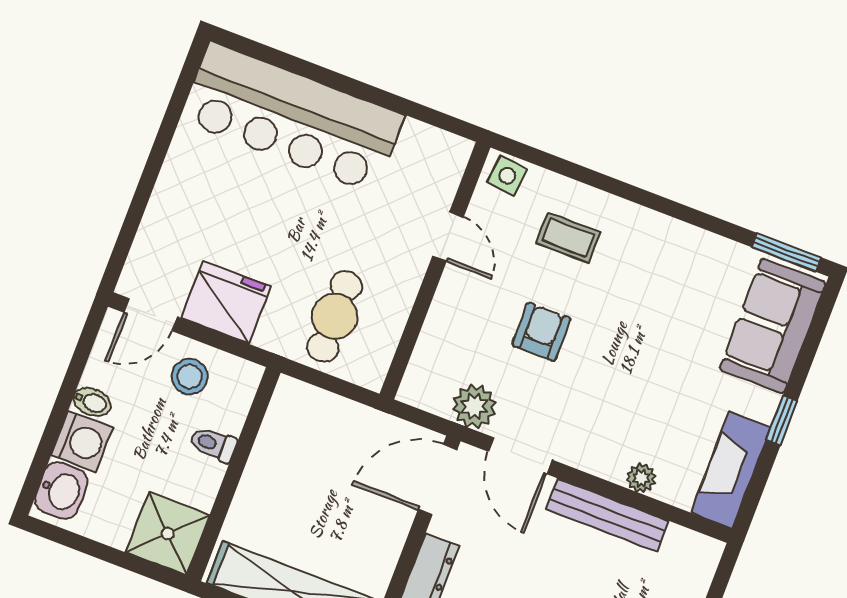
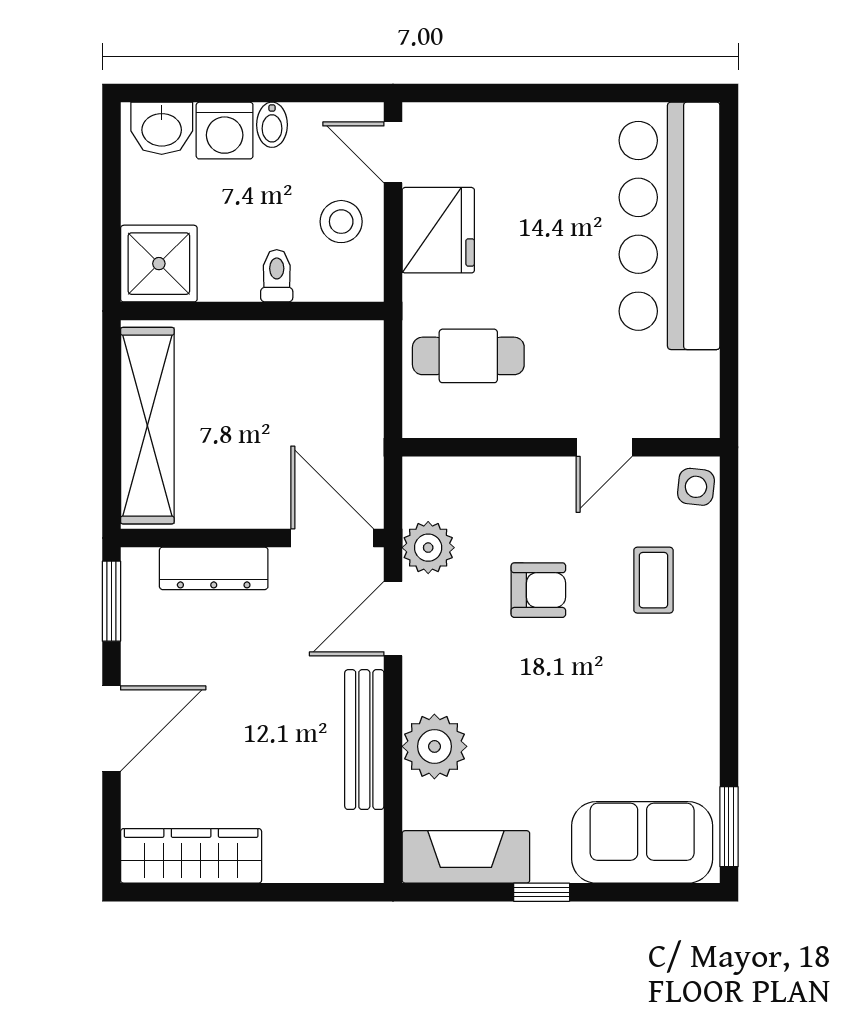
plant: (641, 478) -> (434, 746), width x1.88, depth x1.88

